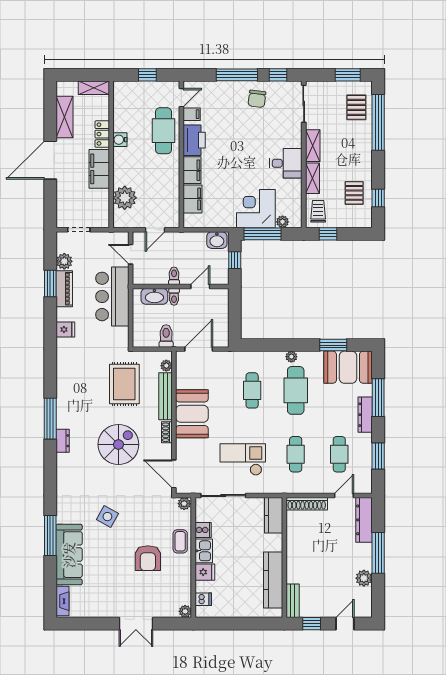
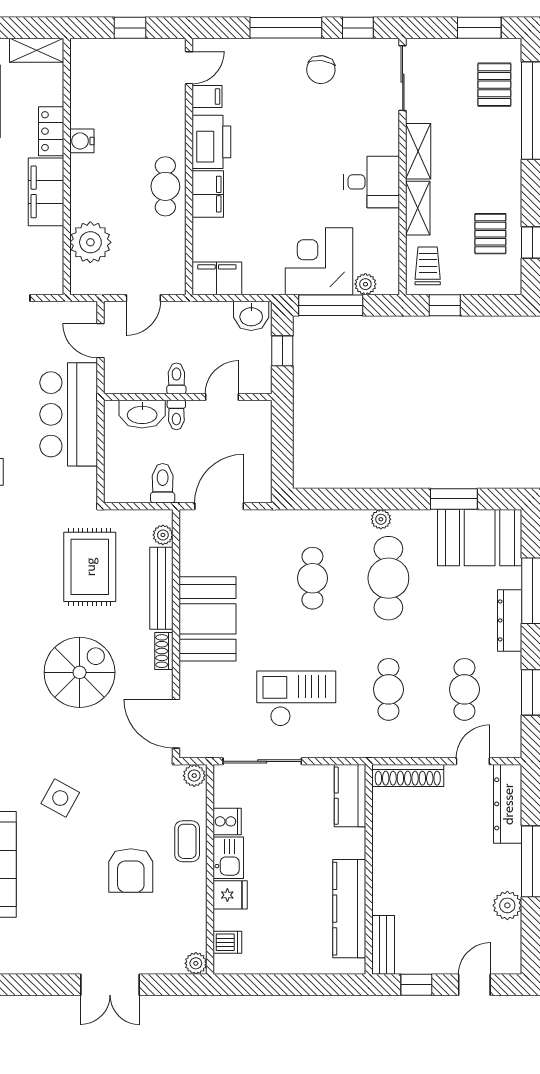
cafe table: (163, 131) -> (165, 186), moved, width x0.73, depth x0.74
filing cabinet: (193, 199) -> (217, 278), moved, turned -90

